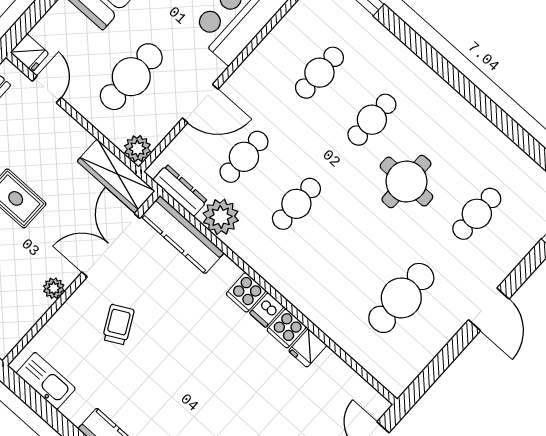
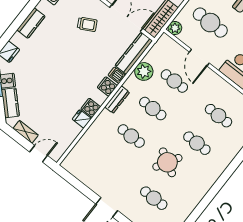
round table: (406, 182) -> (167, 162), turned 30
dresser: (180, 190) -> (117, 100), moved
cafe table: (401, 298) -> (131, 136), moved, width x0.73, depth x0.74
dishwasher: (267, 310) -> (117, 75), moved

